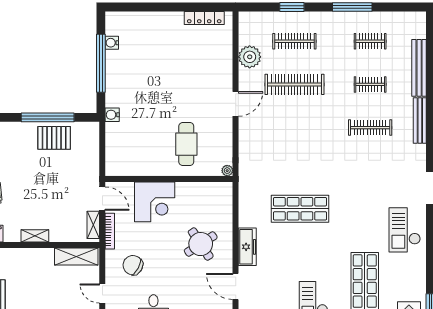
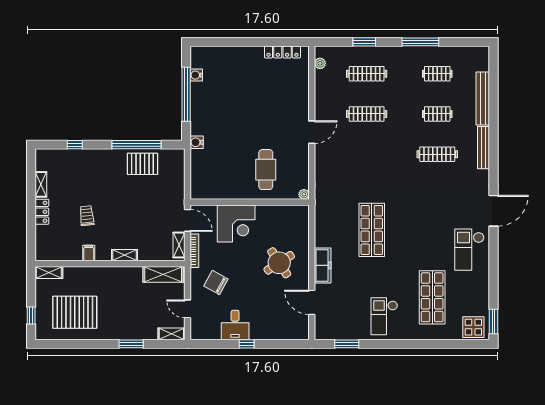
plant: (250, 57) -> (320, 63), moved, width x0.53, depth x0.53
clothes rail: (294, 84) -> (367, 114), width x0.73, depth x0.76
shop shelf: (300, 209) -> (372, 230), turned 90

